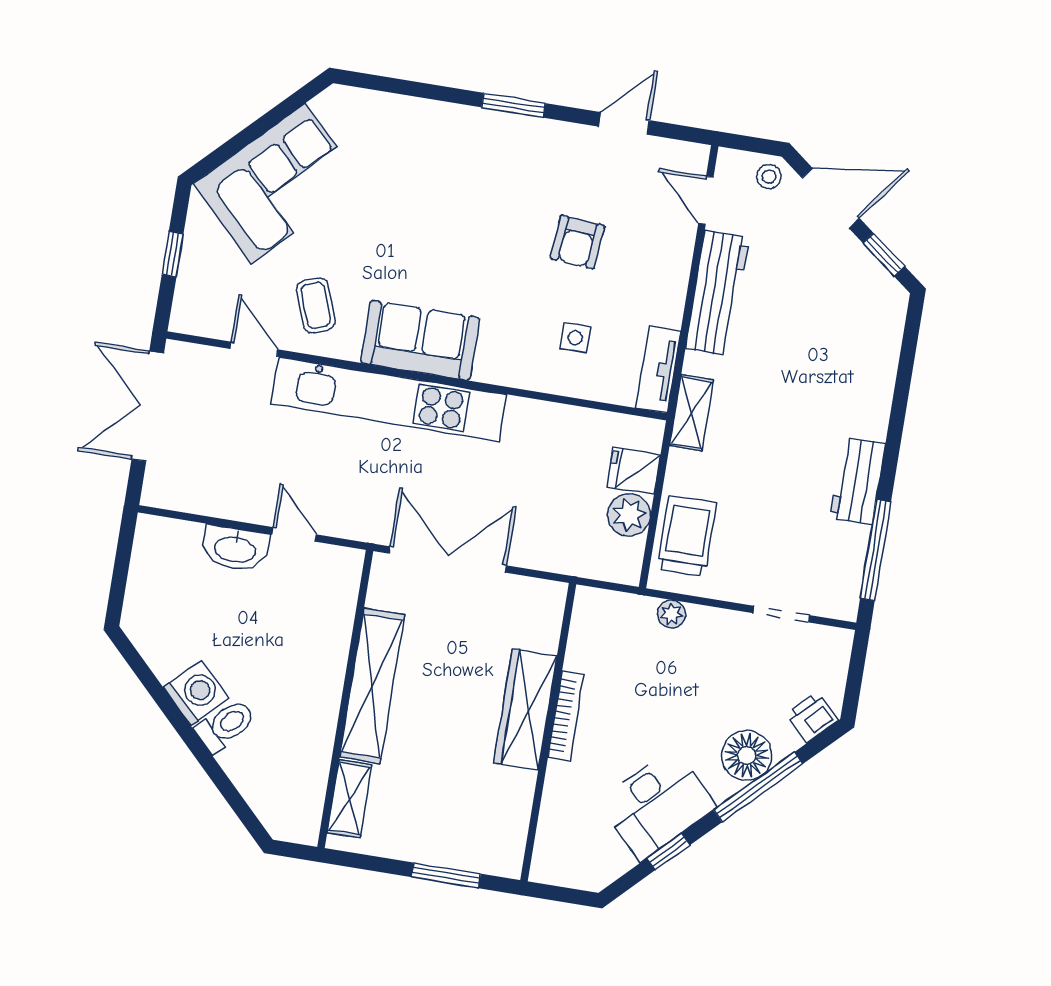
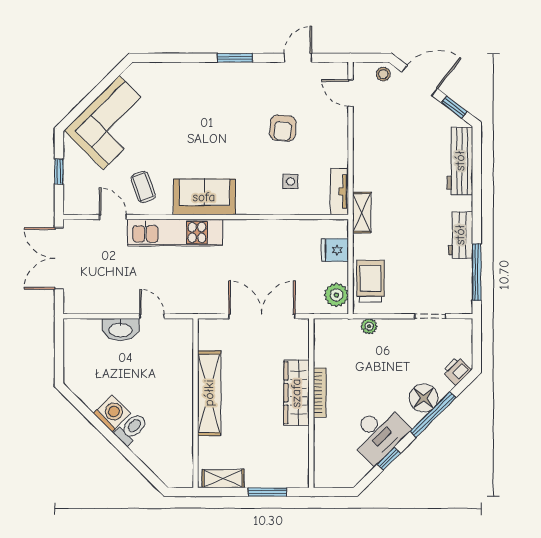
workbench: (717, 293) -> (460, 161), moved, turned 180
kitchen unit: (389, 399) -> (175, 233), width x0.73
plant: (629, 515) -> (336, 295), moved
double door: (448, 559) -> (262, 316), moved
shelving: (349, 799) -> (223, 479), moved, turned 90

